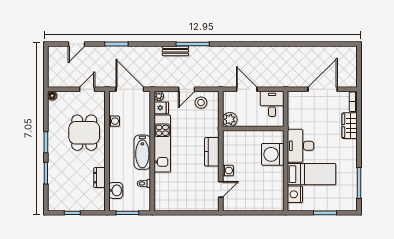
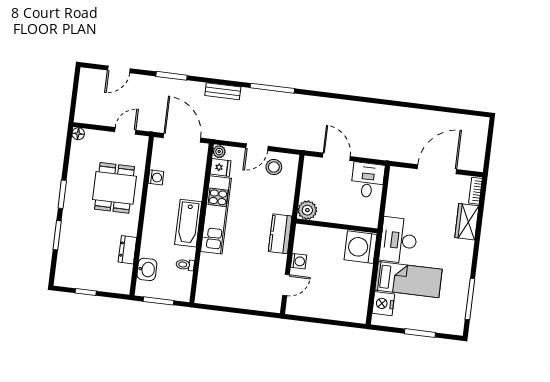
bench: (175, 51) -> (223, 91), moved
plant: (230, 119) -> (307, 210), moved
wall: (253, 128) -> (337, 226), moved

